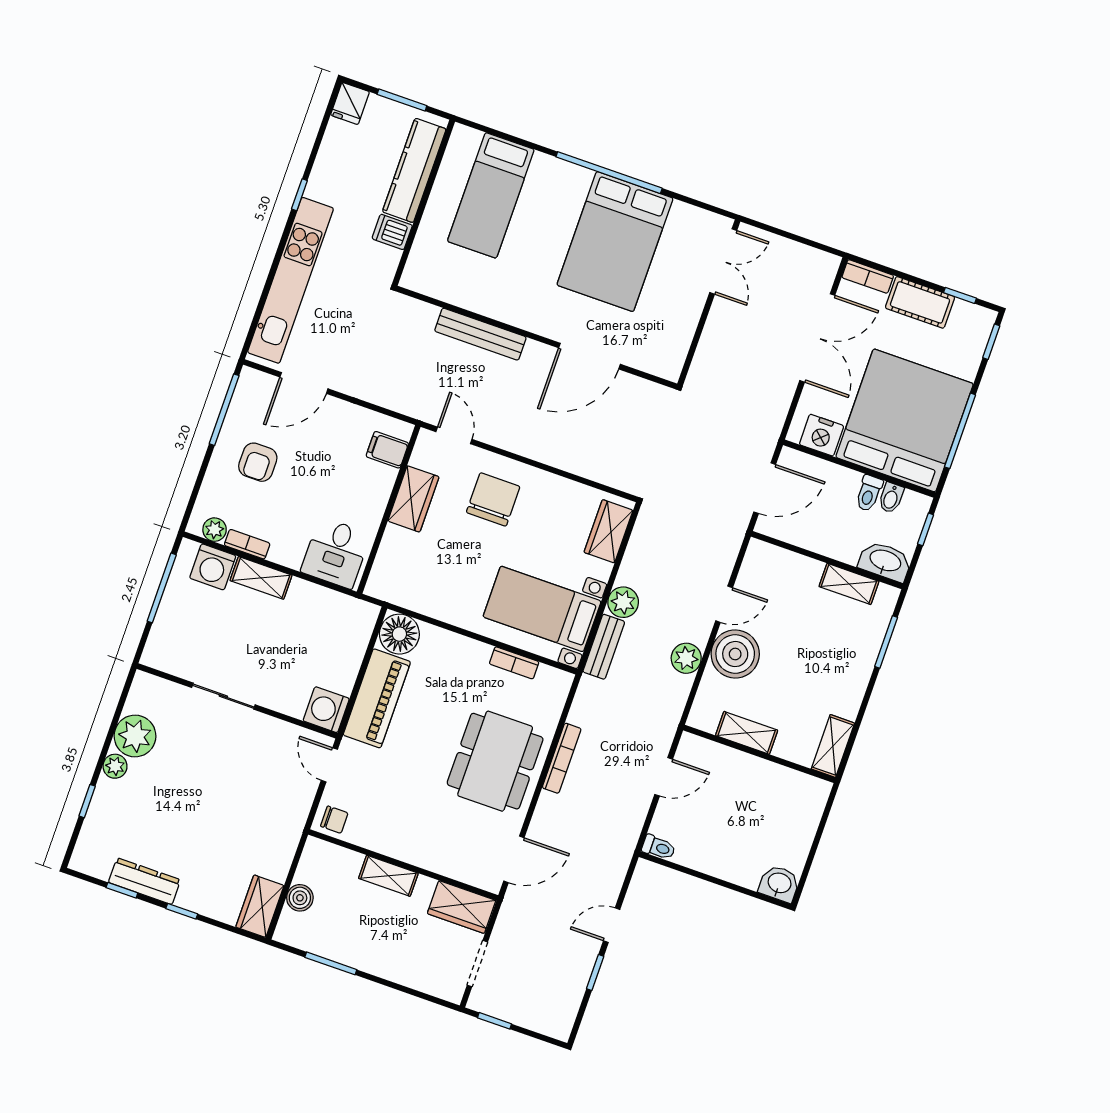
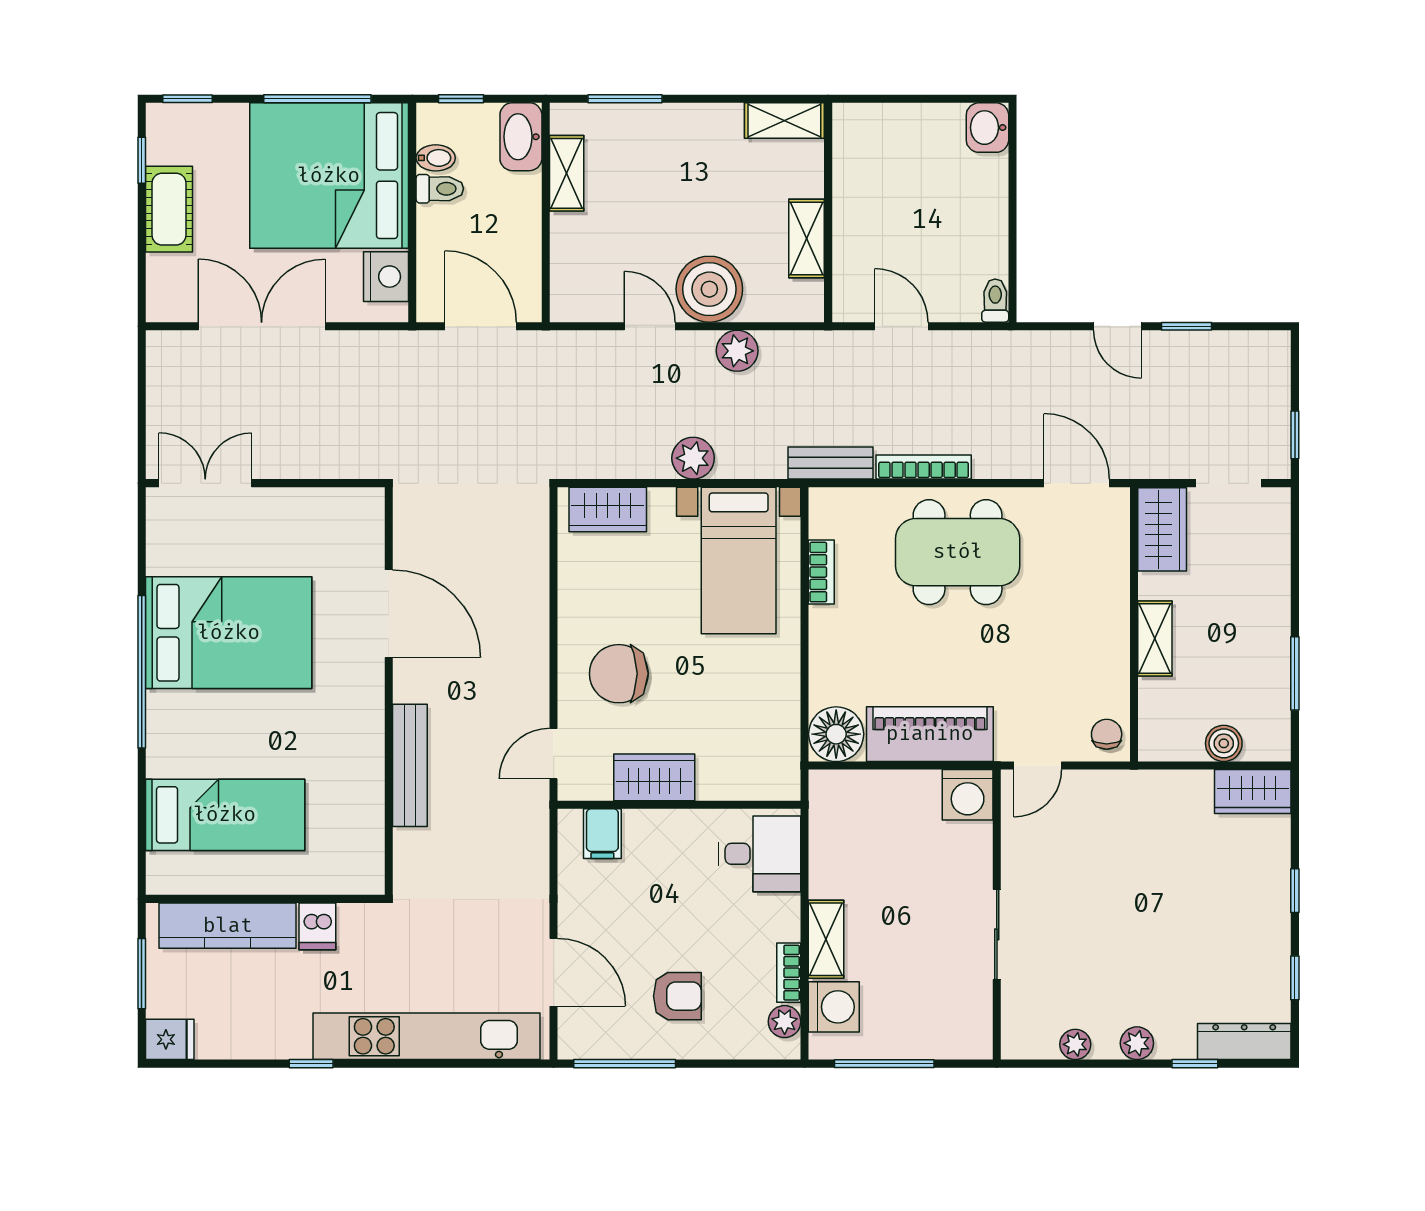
bookcase: (868, 276) -> (159, 289), removed
bench: (604, 647) -> (830, 463), moved
plant: (135, 736) -> (1075, 1044), width x0.53, depth x0.53
dresser: (144, 881) -> (1244, 1041), moved, turned 90

